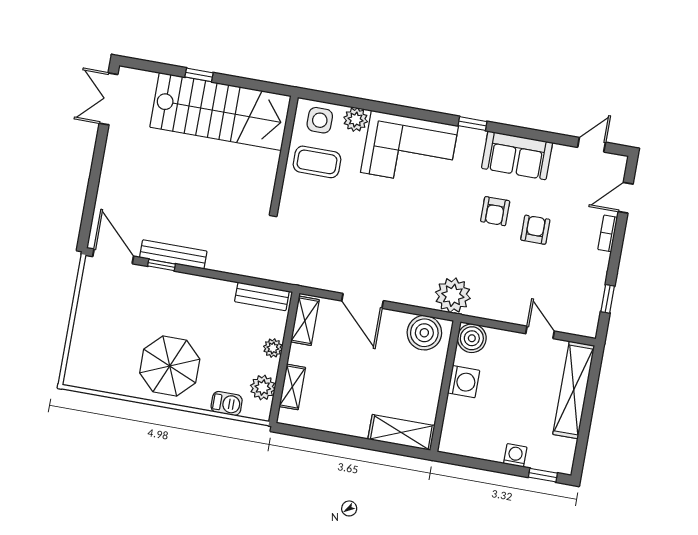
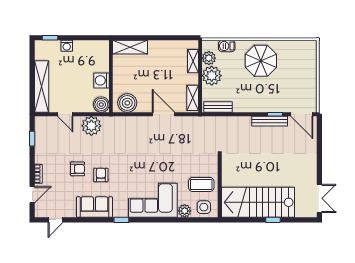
armchair: (535, 230) -> (78, 169), turned -90
plant: (453, 295) -> (91, 126), moved
plant: (273, 348) -> (212, 76), width x1.88, depth x1.88

